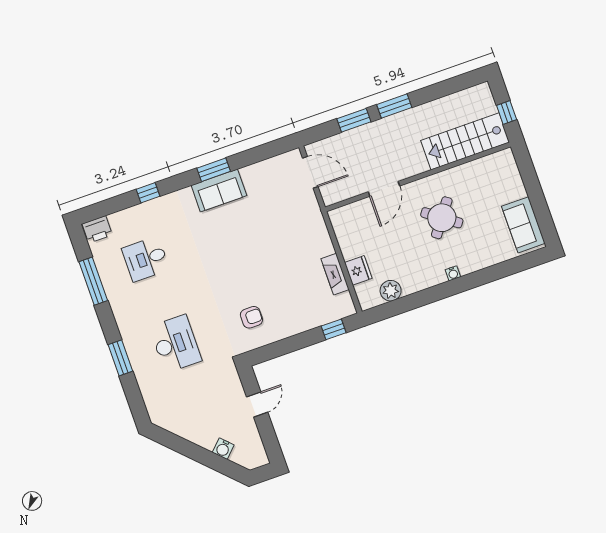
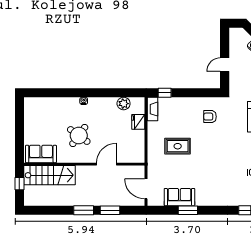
window: (214, 170) -> (188, 210), moved
sofa: (219, 190) -> (179, 197), moved
sofa: (523, 225) -> (41, 154), moved, turned -90
rug: (285, 255) -> (178, 146), added
fireplace: (335, 274) -> (152, 109), moved

